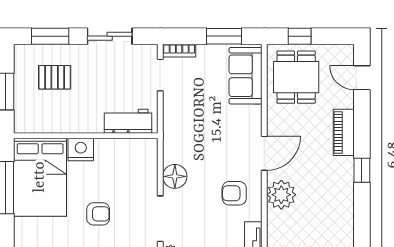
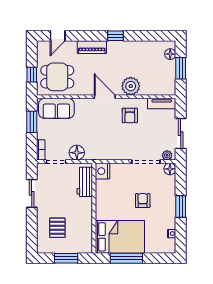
window: (50, 36) -> (32, 230), removed
nightstand: (81, 149) -> (102, 171), moved
floor lamp: (175, 176) -> (77, 153), moved

